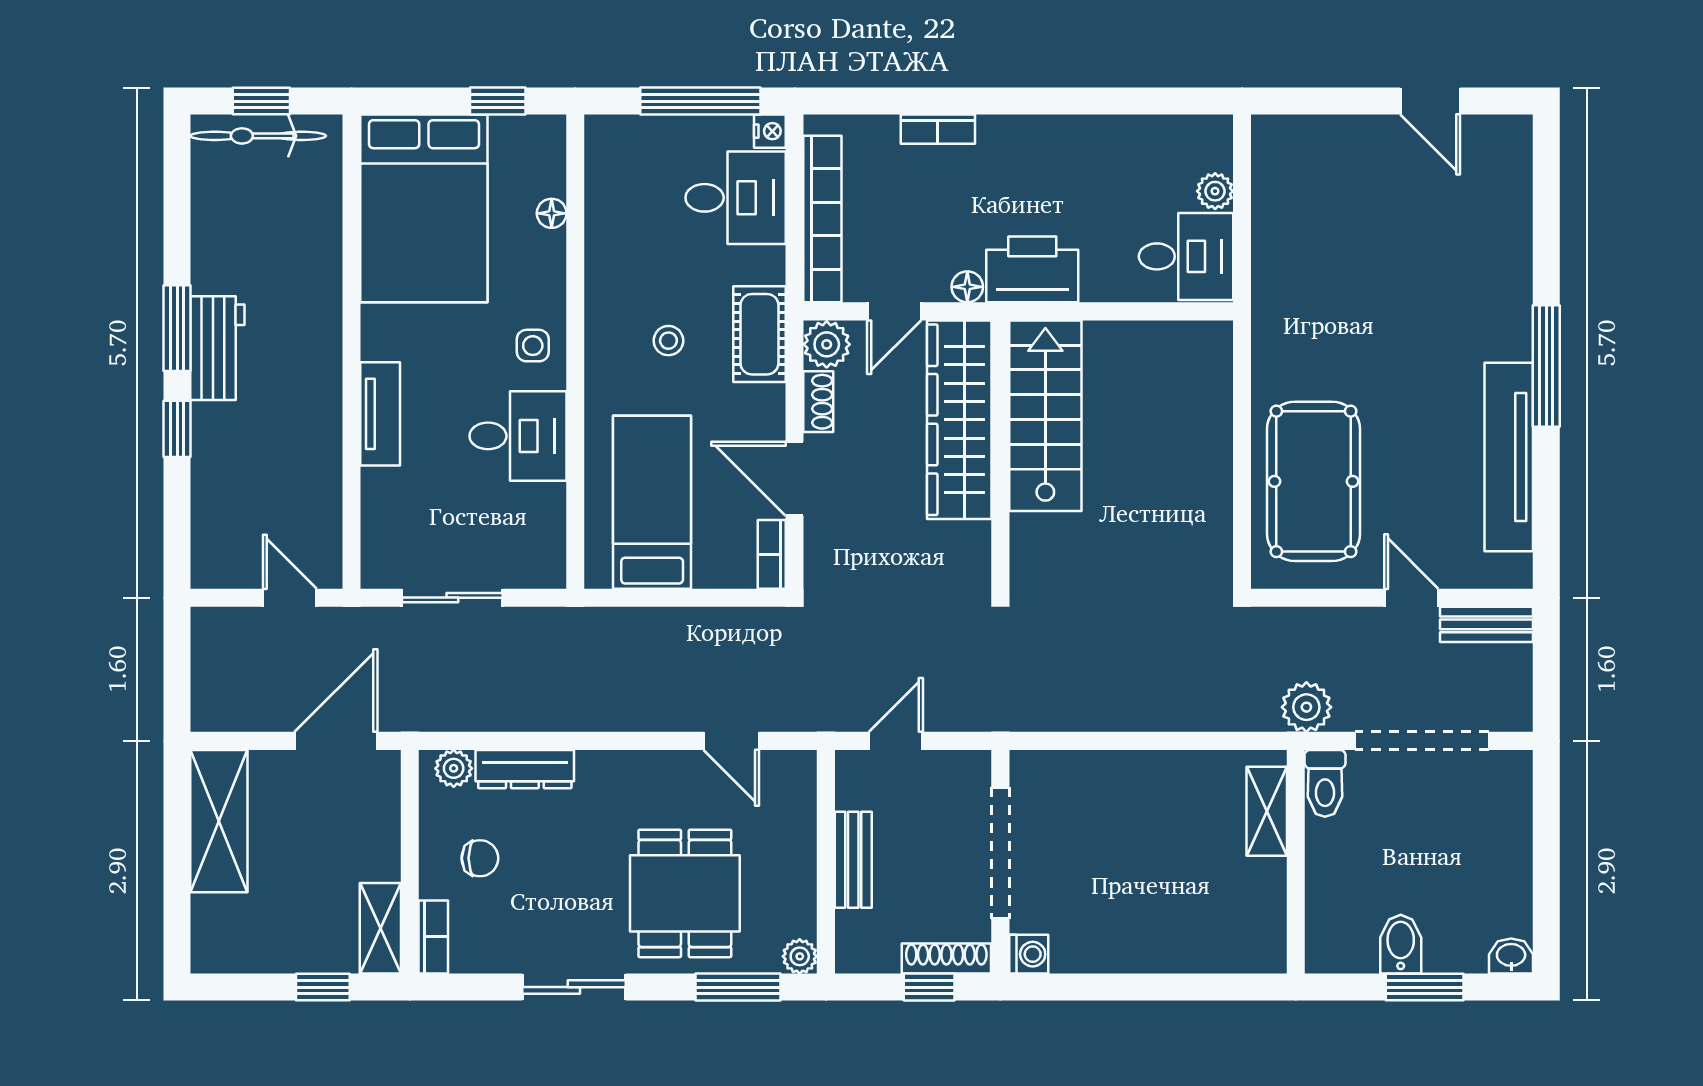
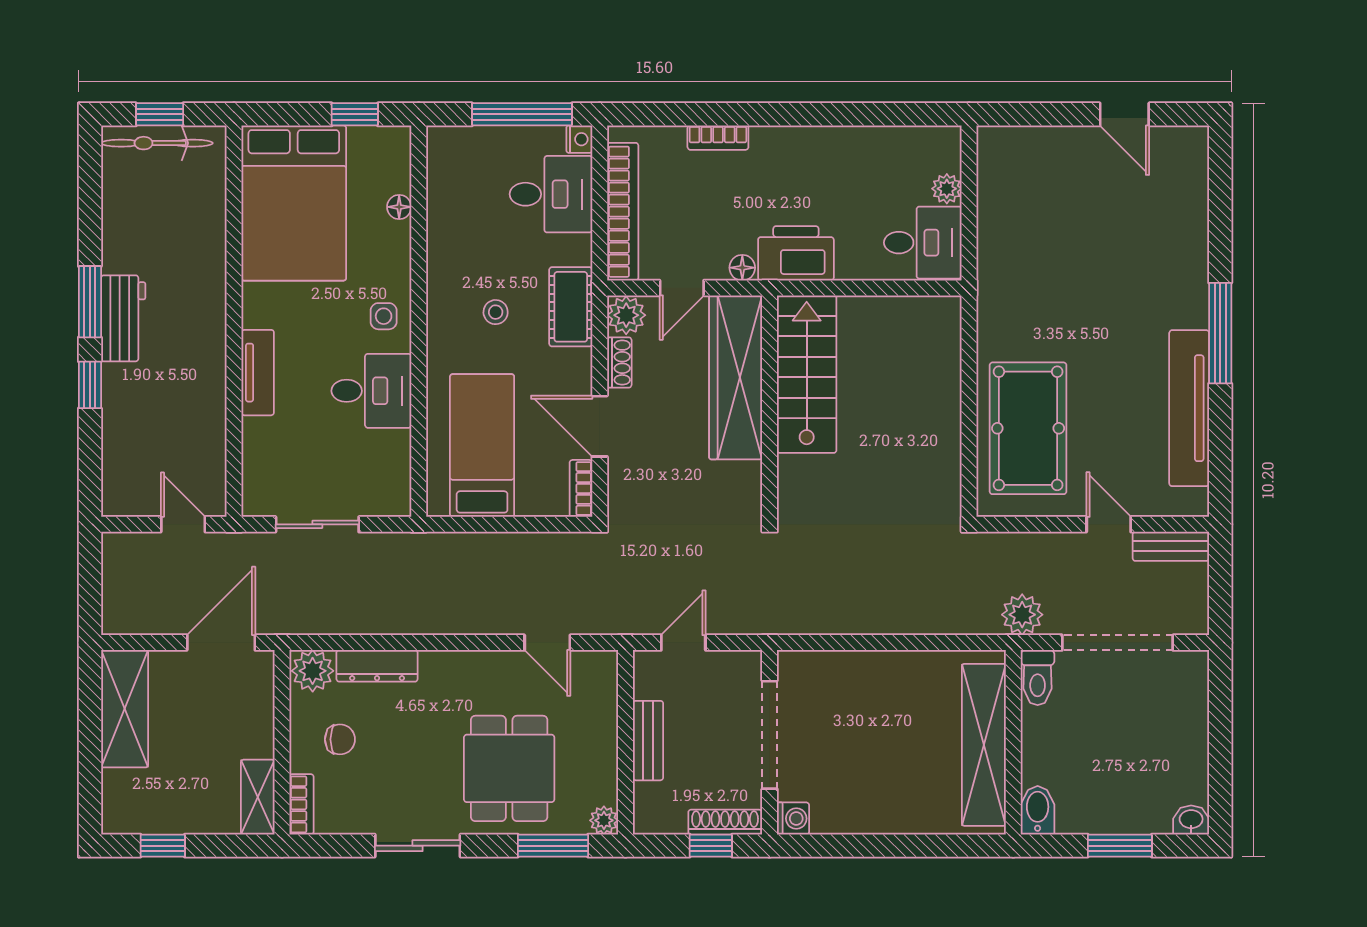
plant: (454, 768) -> (313, 671), width x1.38, depth x1.38
shelving: (1267, 811) -> (984, 745), width x2.20, depth x1.33
bidet: (1401, 944) -> (1038, 810), moved
window: (323, 987) -> (163, 846), moved

